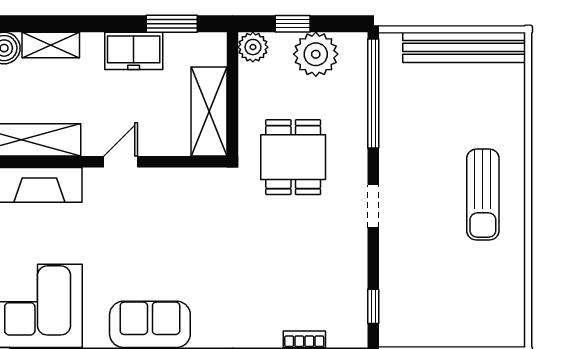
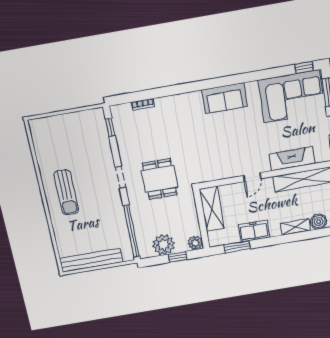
dining table: (293, 157) -> (160, 179), moved
sun lounger: (483, 195) -> (66, 192), turned 180

